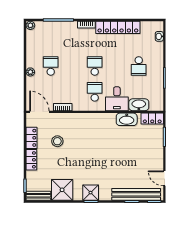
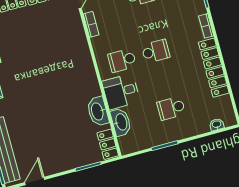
school desk: (95, 92) -> (122, 60), turned 180
stool: (57, 141) -> (45, 29), removed

